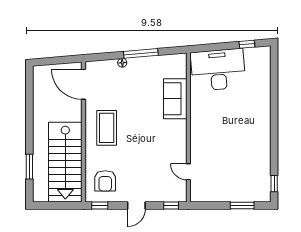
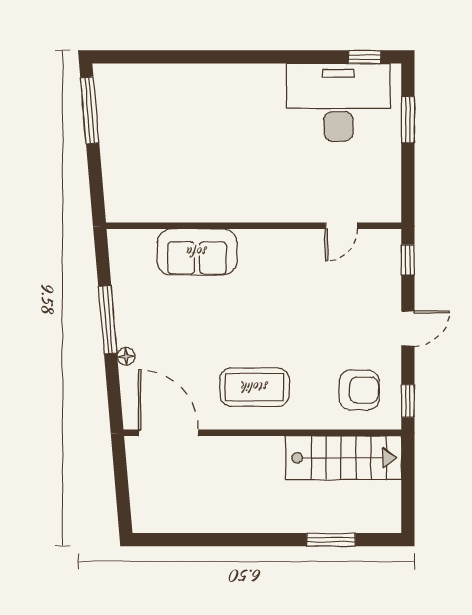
window: (247, 44) -> (90, 110), width x2.17
desk: (218, 70) -> (338, 102), moved, turned 95
door: (84, 84) -> (169, 433), swing flipped
stairs: (65, 162) -> (343, 458), width x0.73, depth x0.66
door: (136, 206) -> (408, 328), hinge flipped

